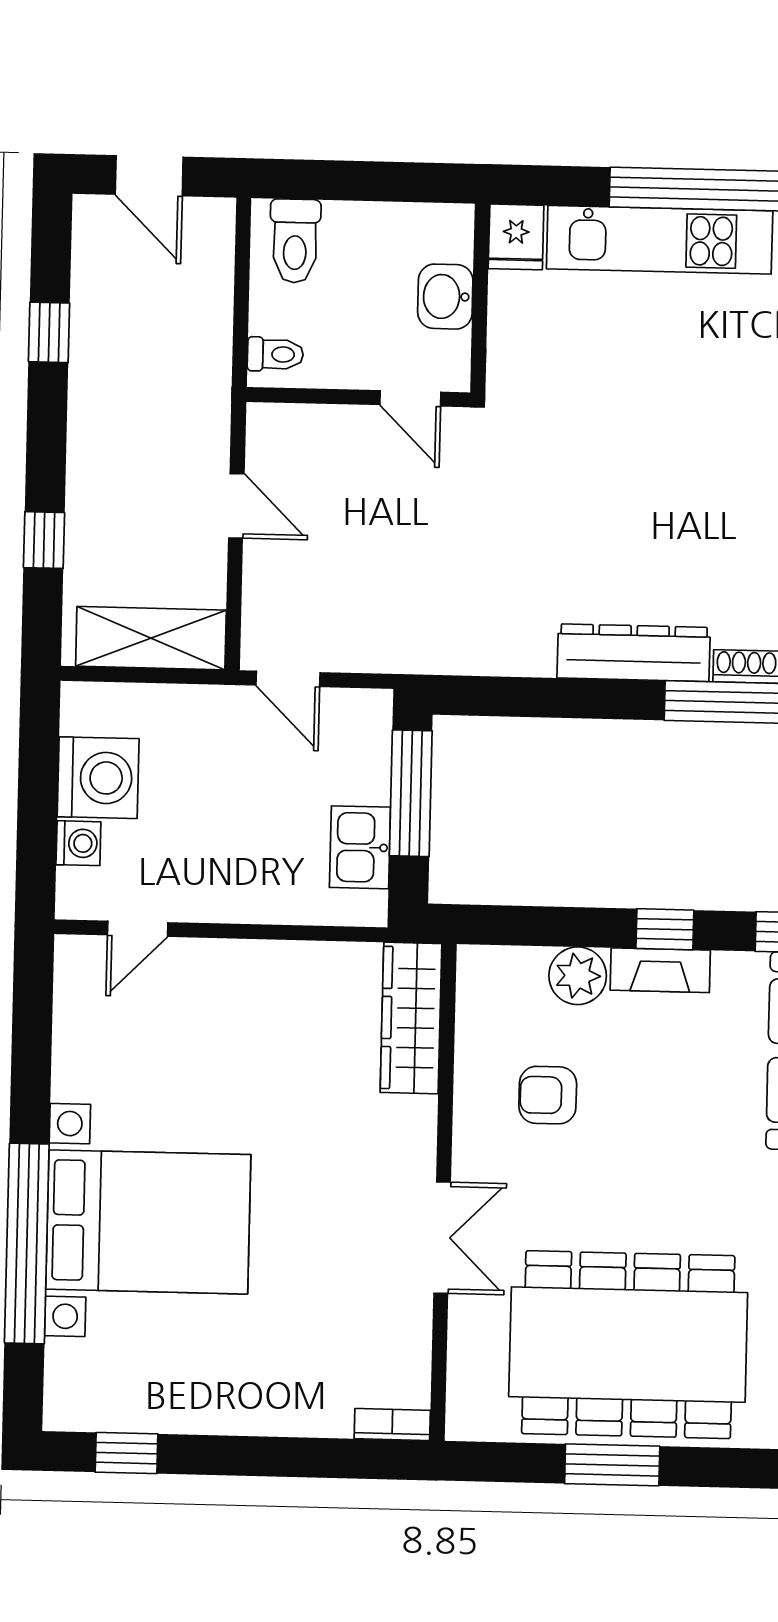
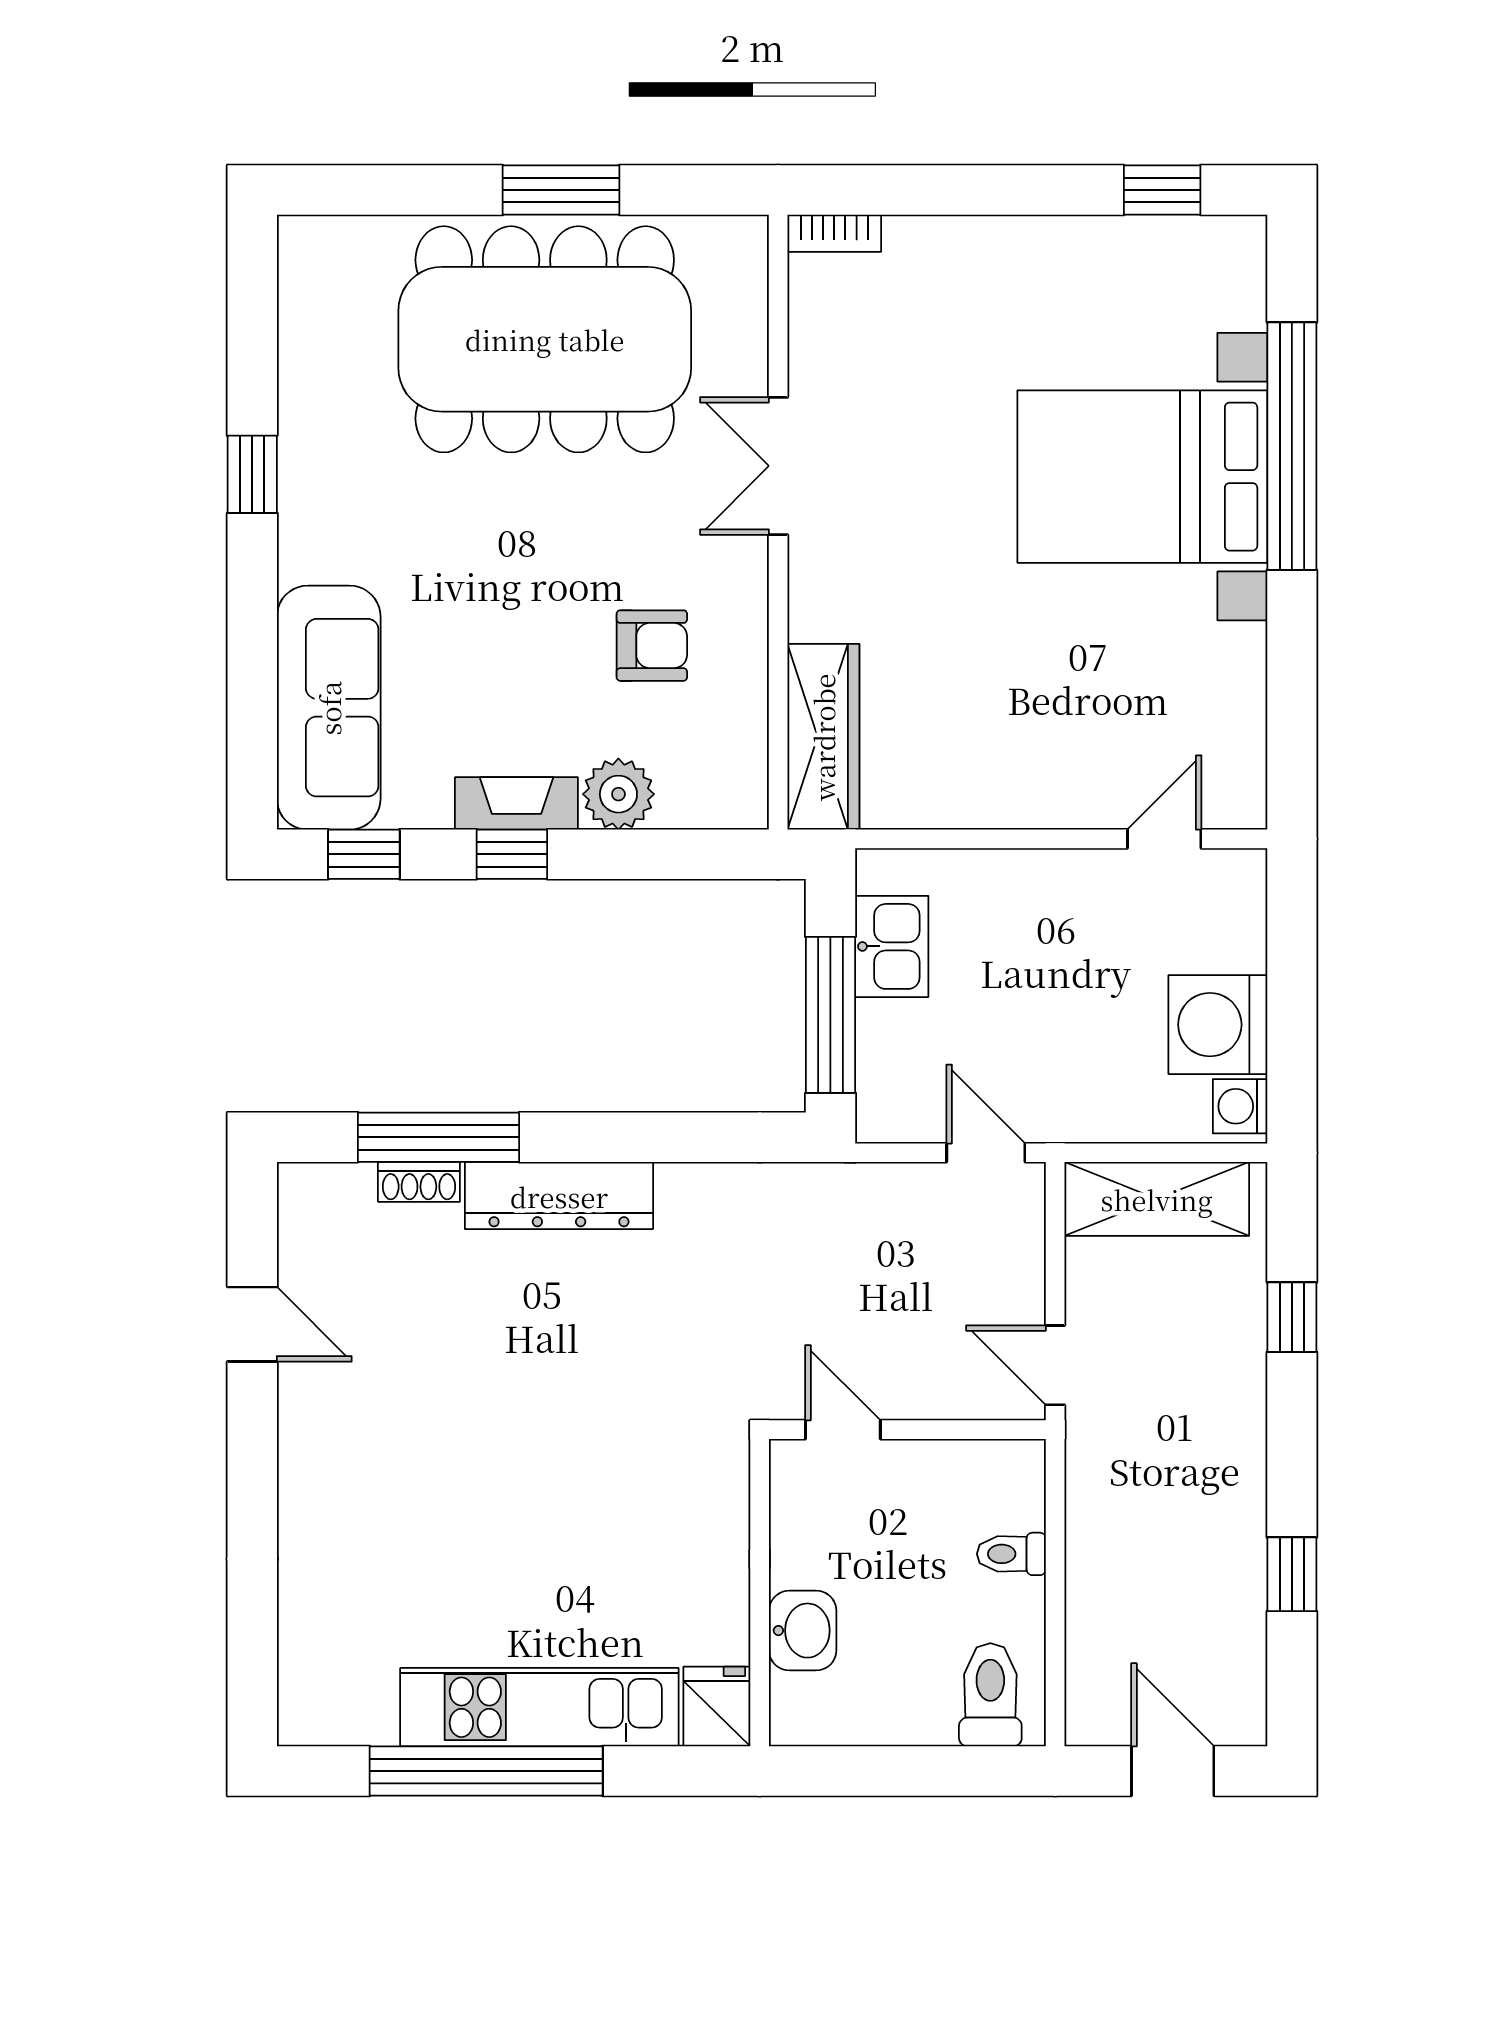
wall: (358, 397) -> (907, 1430), moved
door: (410, 398) -> (843, 1430), moved
washing machine: (78, 843) -> (1240, 1106), moved

